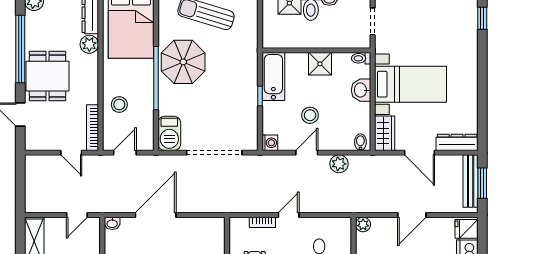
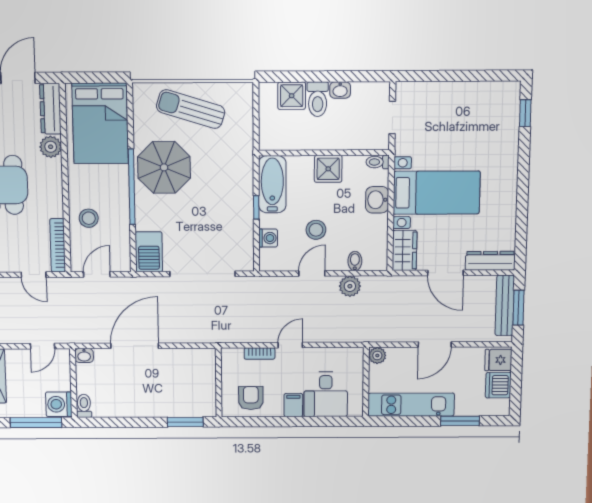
bidet: (360, 142) -> (355, 261), moved
washing machine: (270, 143) -> (268, 238), moved

